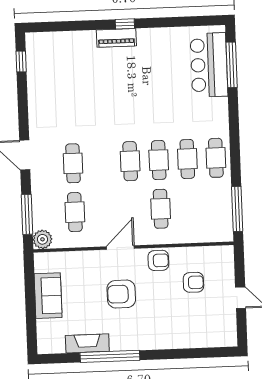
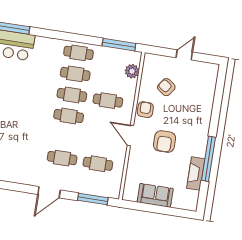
plant: (42, 239) -> (132, 71), moved
armchair: (193, 282) -> (166, 87), turned -55

